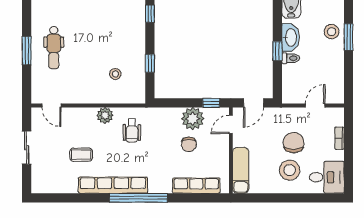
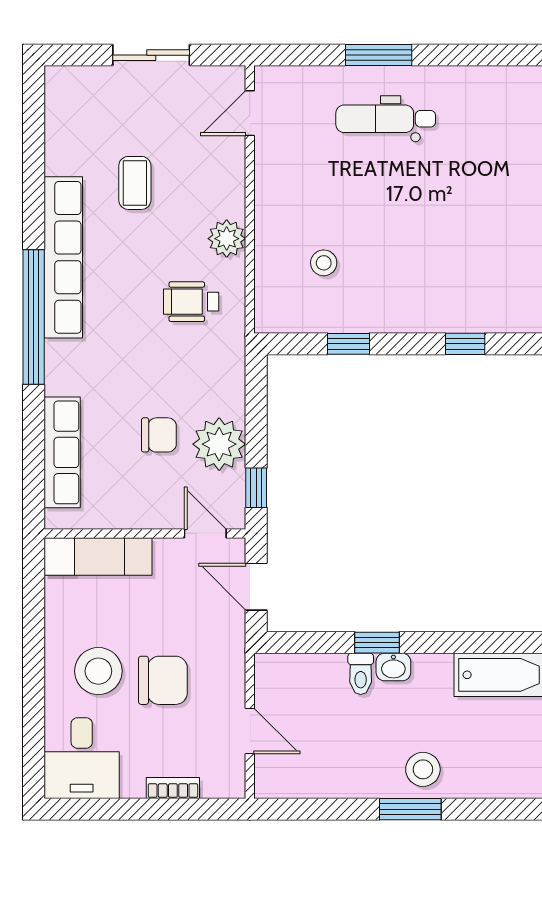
washbasin: (290, 37) -> (393, 667), width x0.52, depth x0.69
chair: (189, 144) -> (159, 435), turned 180

